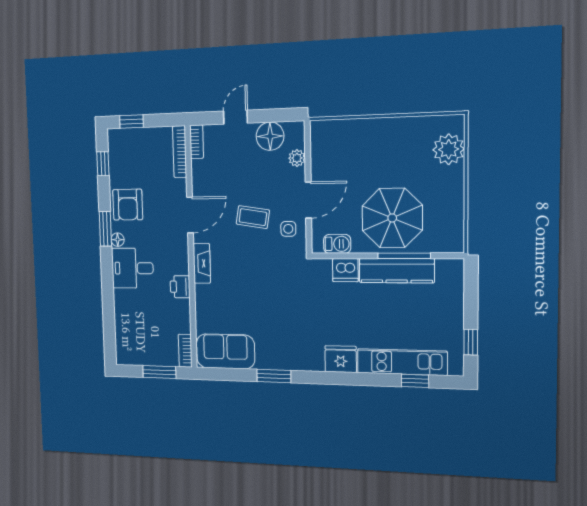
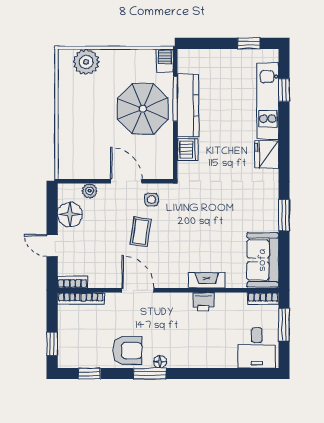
barbecue: (337, 244) -> (165, 61), moved
fireplace: (202, 263) -> (207, 280), moved
desk: (132, 268) -> (257, 348), moved

